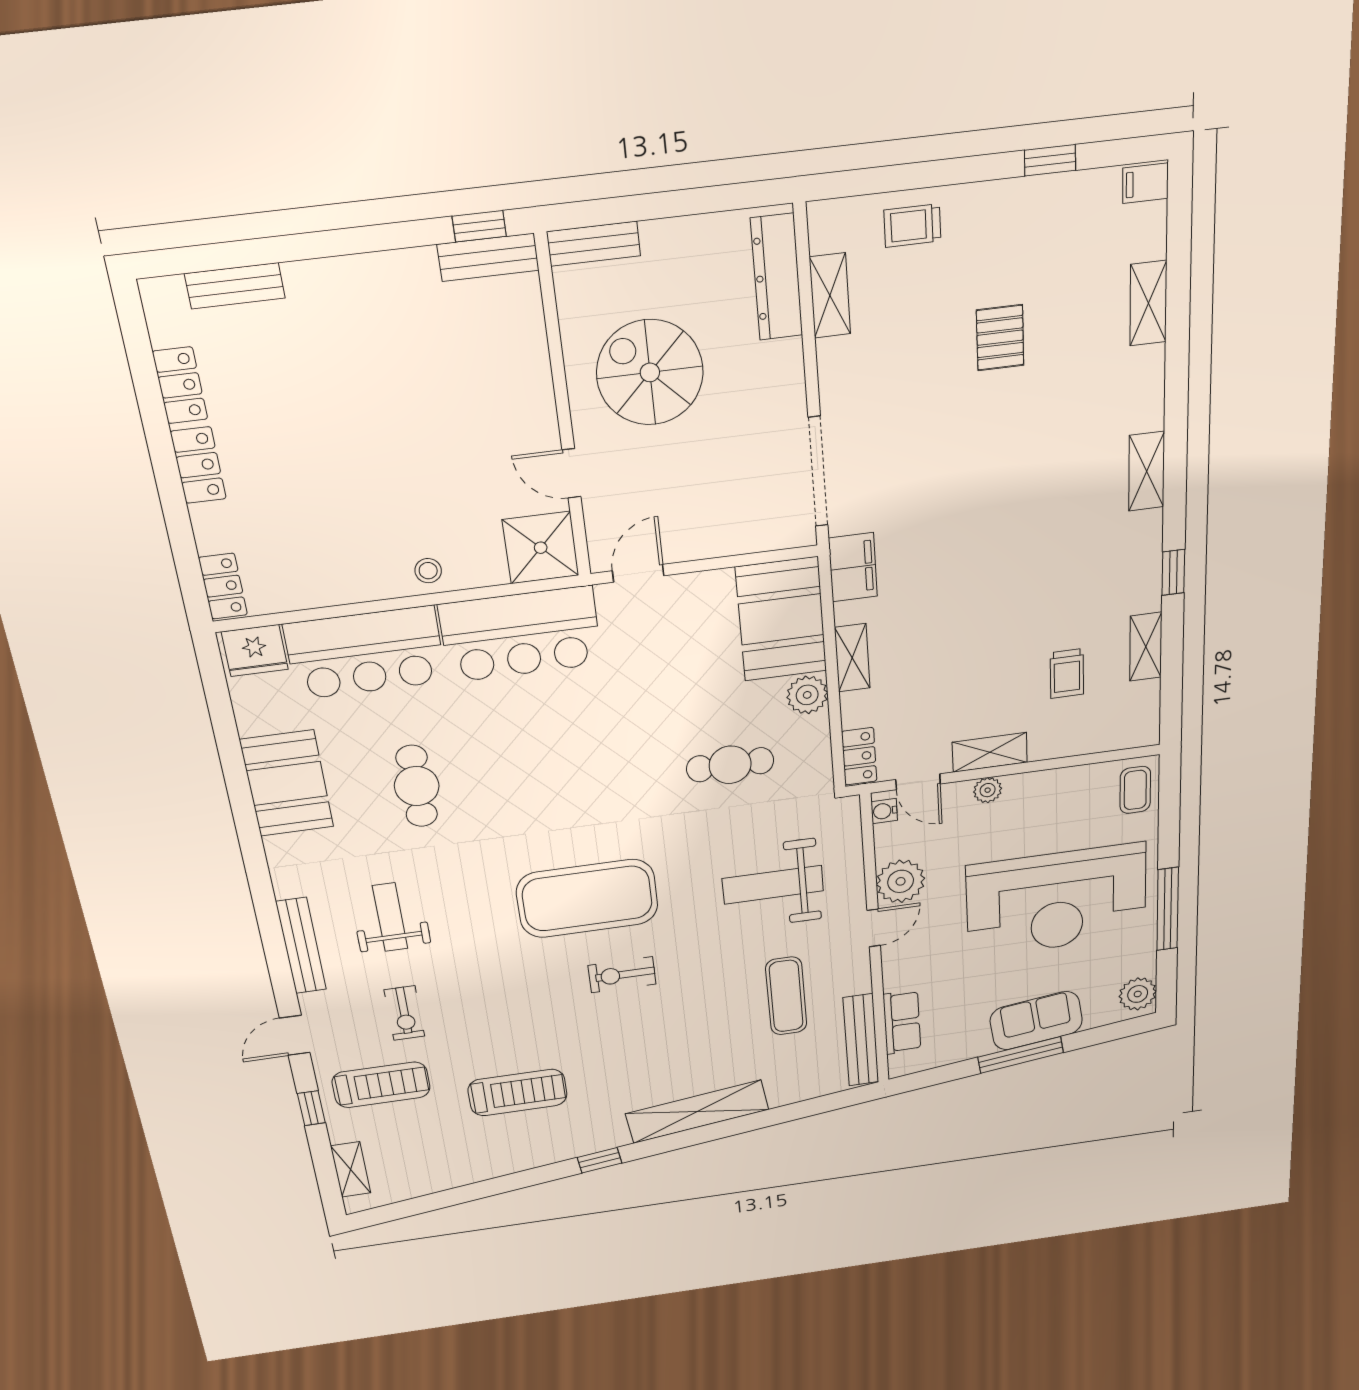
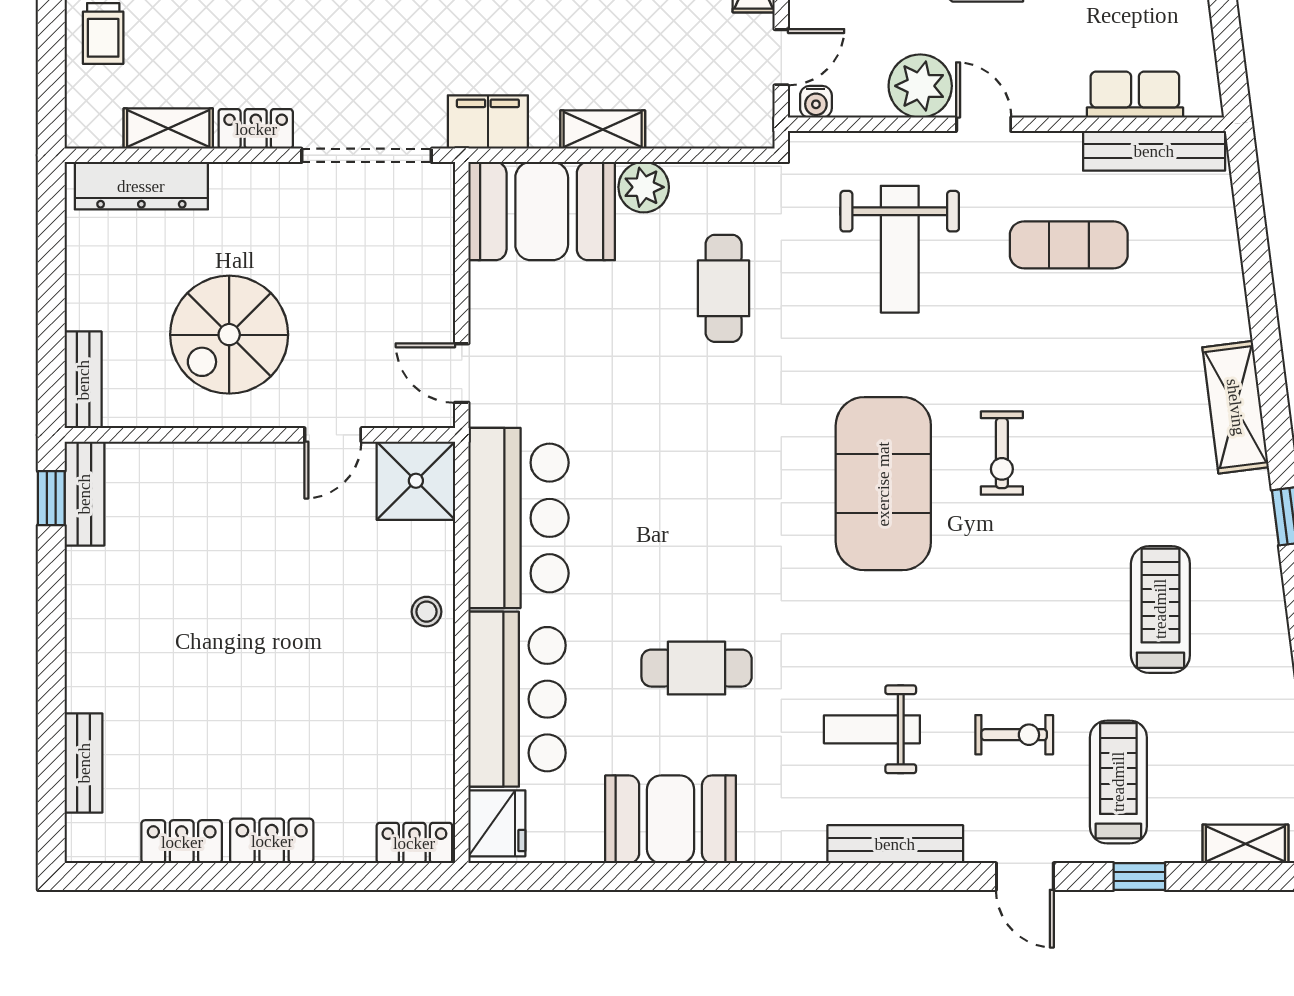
locker: (859, 756) -> (256, 129), moved
shelving: (697, 1112) -> (1236, 407), width x0.68

